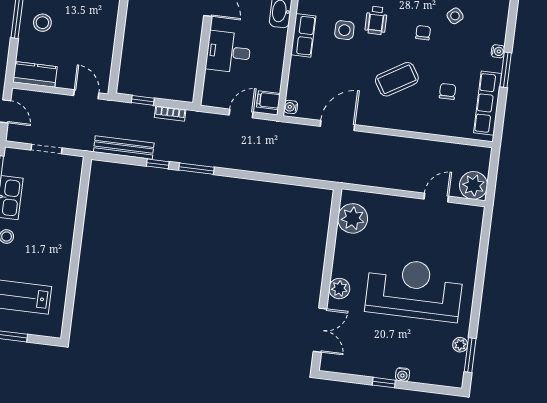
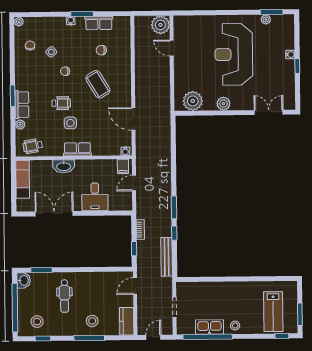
row of seats: (488, 103) -> (99, 23), width x0.68
door: (241, 114) -> (134, 183), hinge flipped
plant: (339, 289) -> (223, 104), moved

